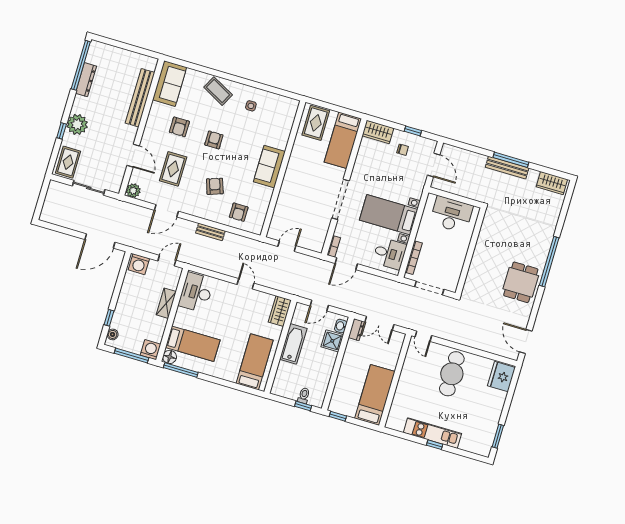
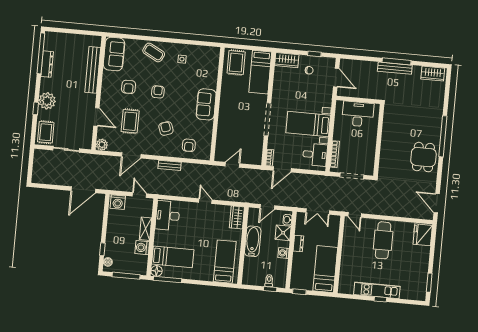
door: (167, 261) -> (139, 195), hinge flipped
dresser: (356, 330) -> (298, 243), moved
washing machine: (151, 350) -> (142, 248), moved, turned -90
washing machine: (328, 365) -> (283, 253), added

